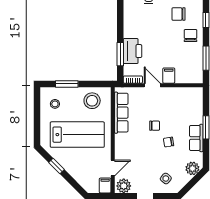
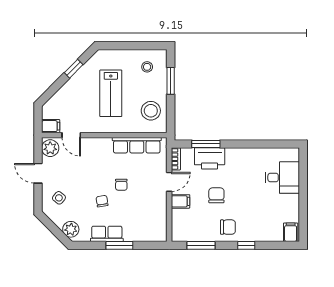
chair: (178, 14) -> (216, 195), moved
lab bench: (77, 135) -> (111, 93), width x0.73, depth x0.72

